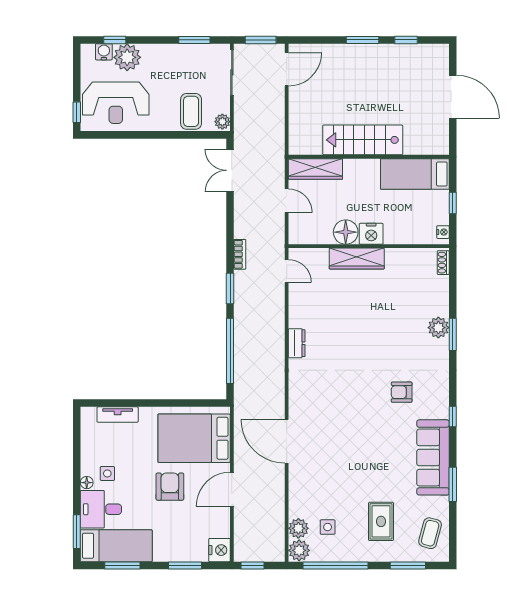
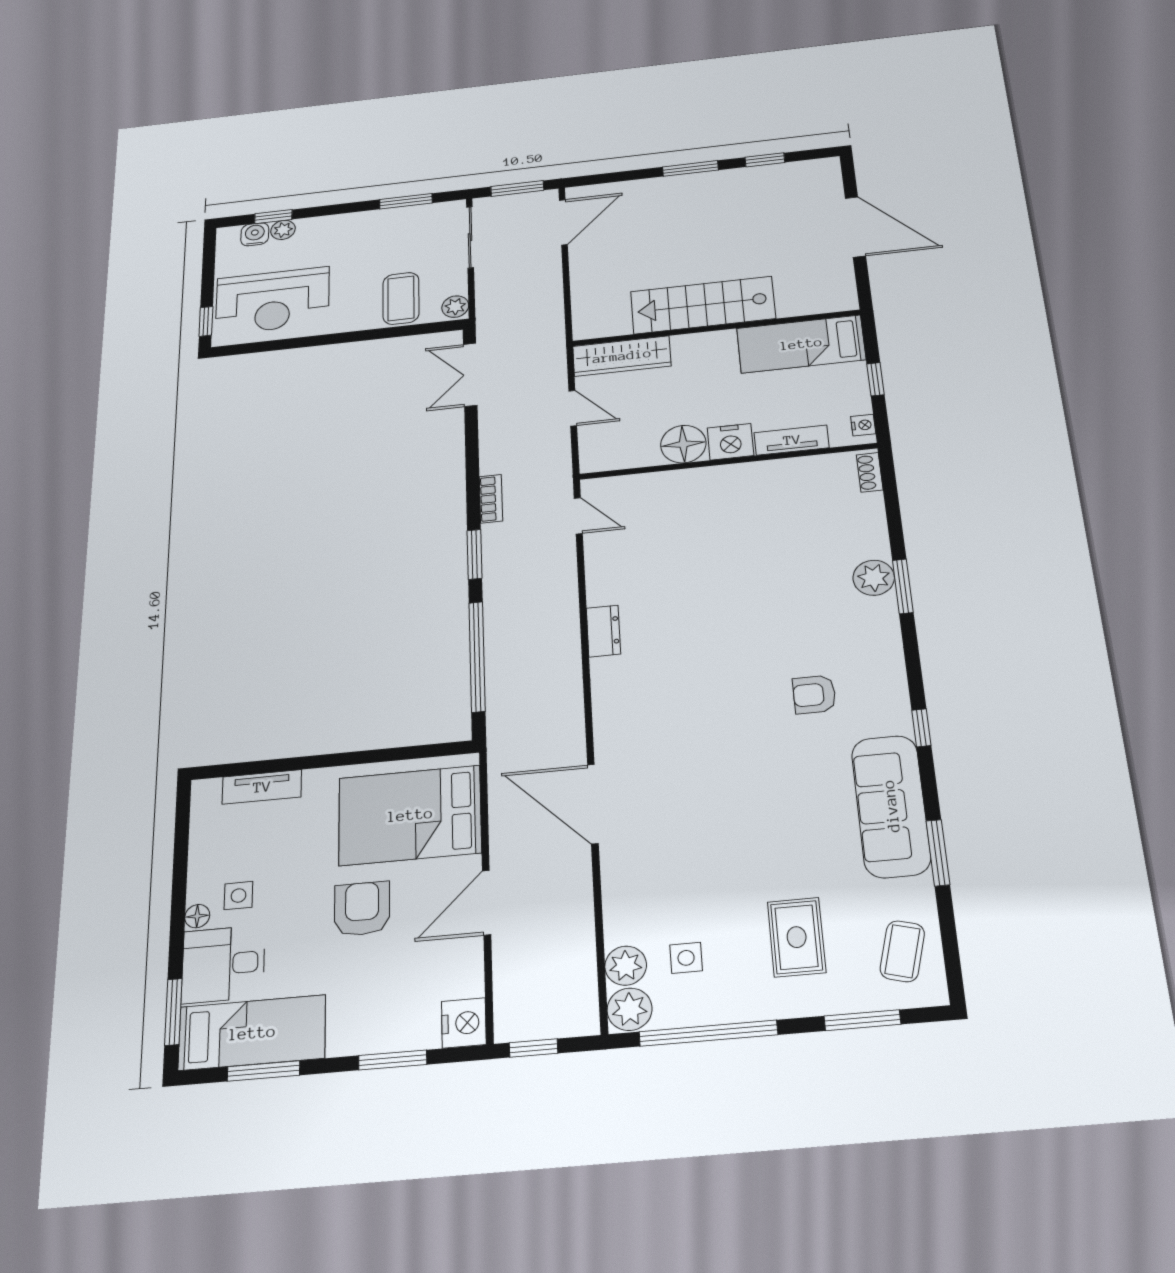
plant: (127, 57) -> (283, 230), width x0.53, depth x0.53
tv unit: (404, 237) -> (792, 440), added
wardrobe: (357, 259) -> (707, 483), removed

